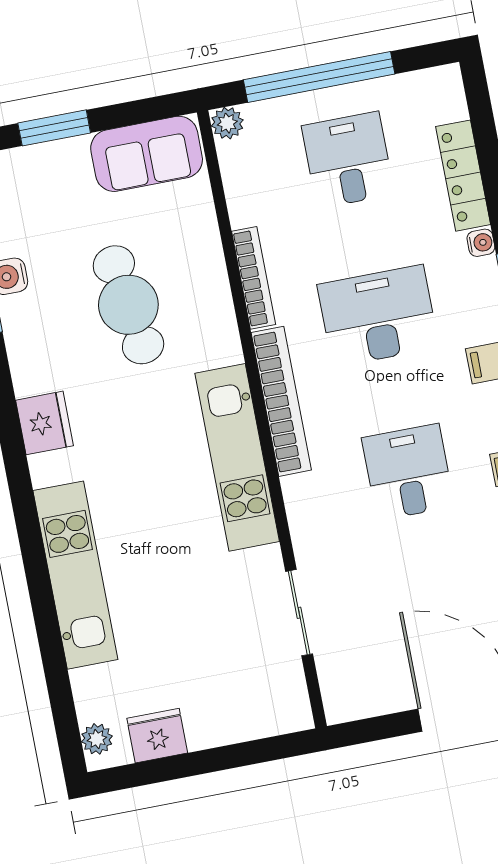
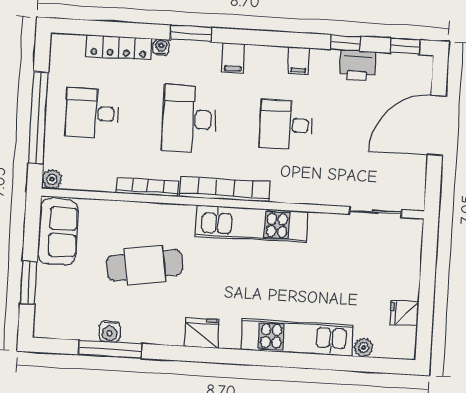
sliding door: (299, 613) -> (375, 212), moved
fridge: (157, 736) -> (404, 313), width x0.72
plant: (97, 739) -> (364, 348), moved

